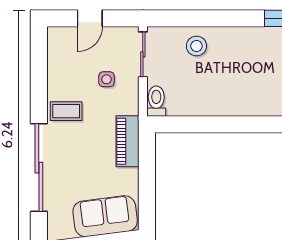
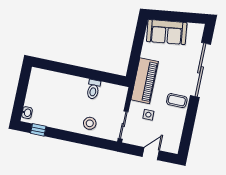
toilet: (156, 101) -> (93, 89), moved
piano: (127, 141) -> (145, 81), width x1.37, depth x1.33

